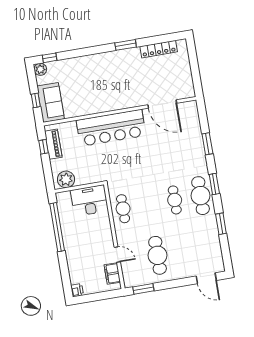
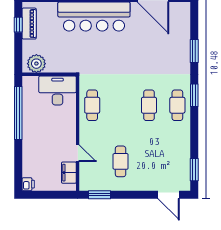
cafe table: (201, 196) -> (177, 105), width x0.73, depth x0.74
window: (221, 224) -> (194, 170), moved
cafe table: (158, 255) -> (121, 161), width x0.73, depth x0.74

